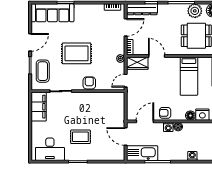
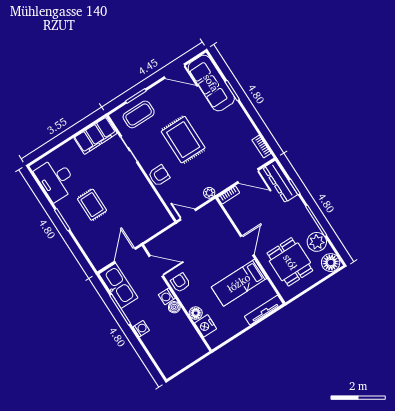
door: (30, 42) -> (174, 71), moved
door: (157, 56) -> (247, 246), moved
wardrobe: (137, 63) -> (216, 215), removed
washing machine: (192, 156) -> (141, 329), moved

